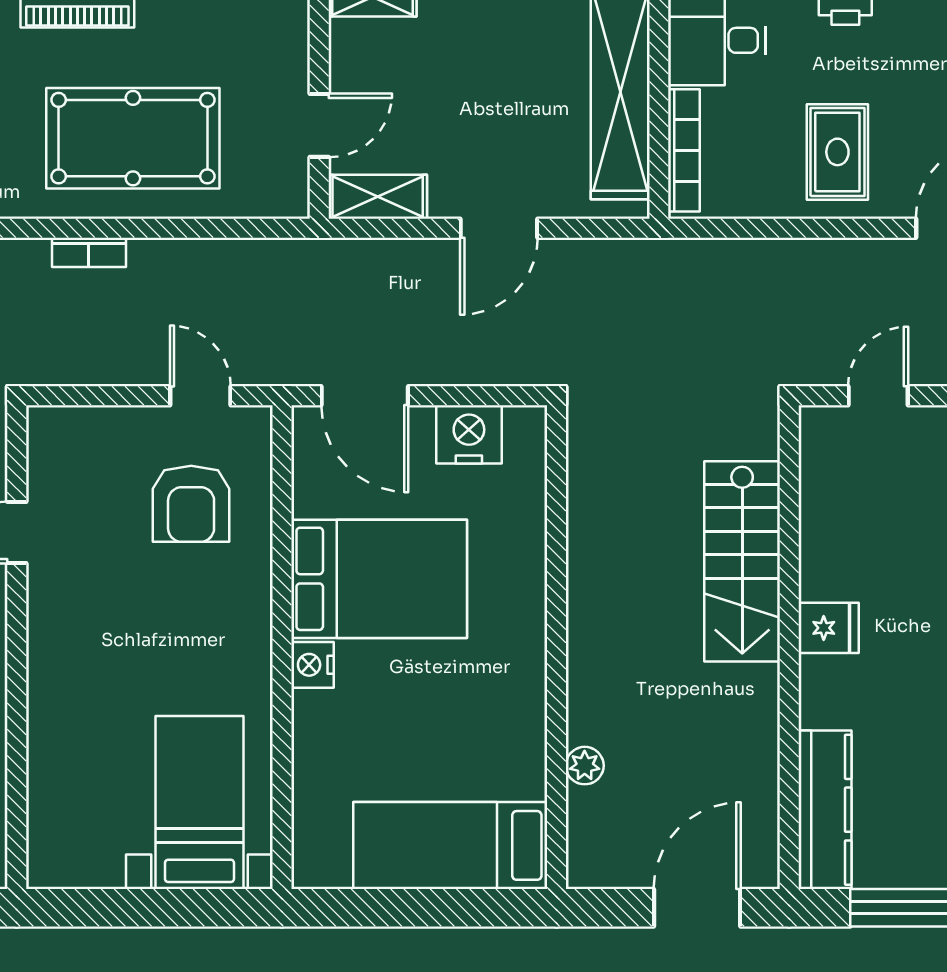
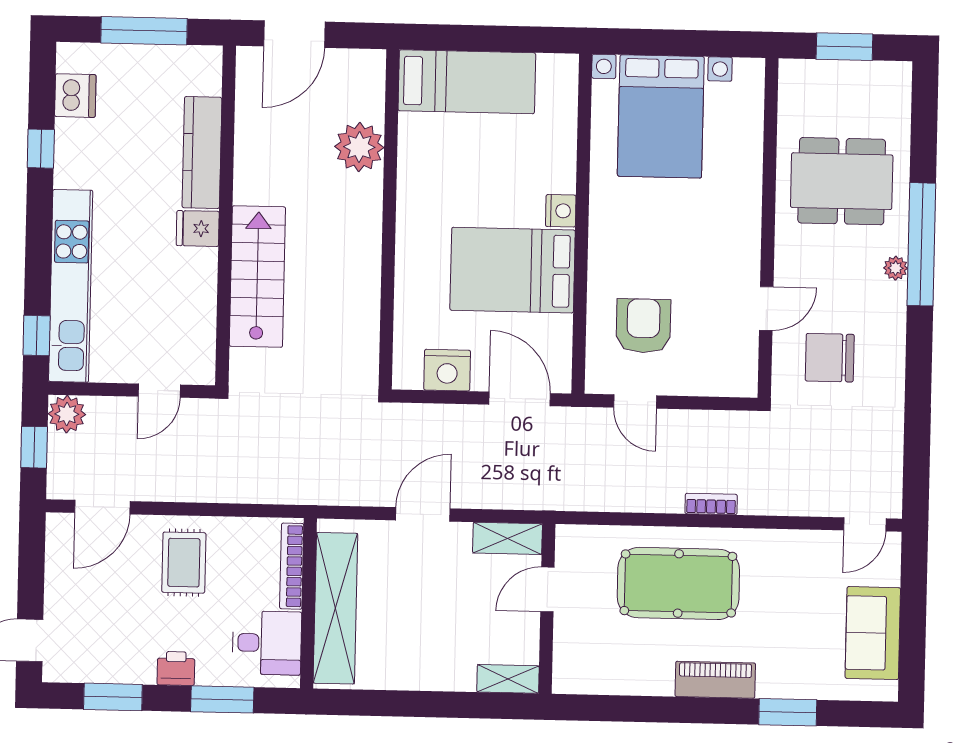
plant: (585, 766) -> (359, 147), width x1.88, depth x1.88
bed with nightstands: (199, 802) -> (661, 116), width x1.36
kitchen counter: (825, 810) -> (202, 153), moved

